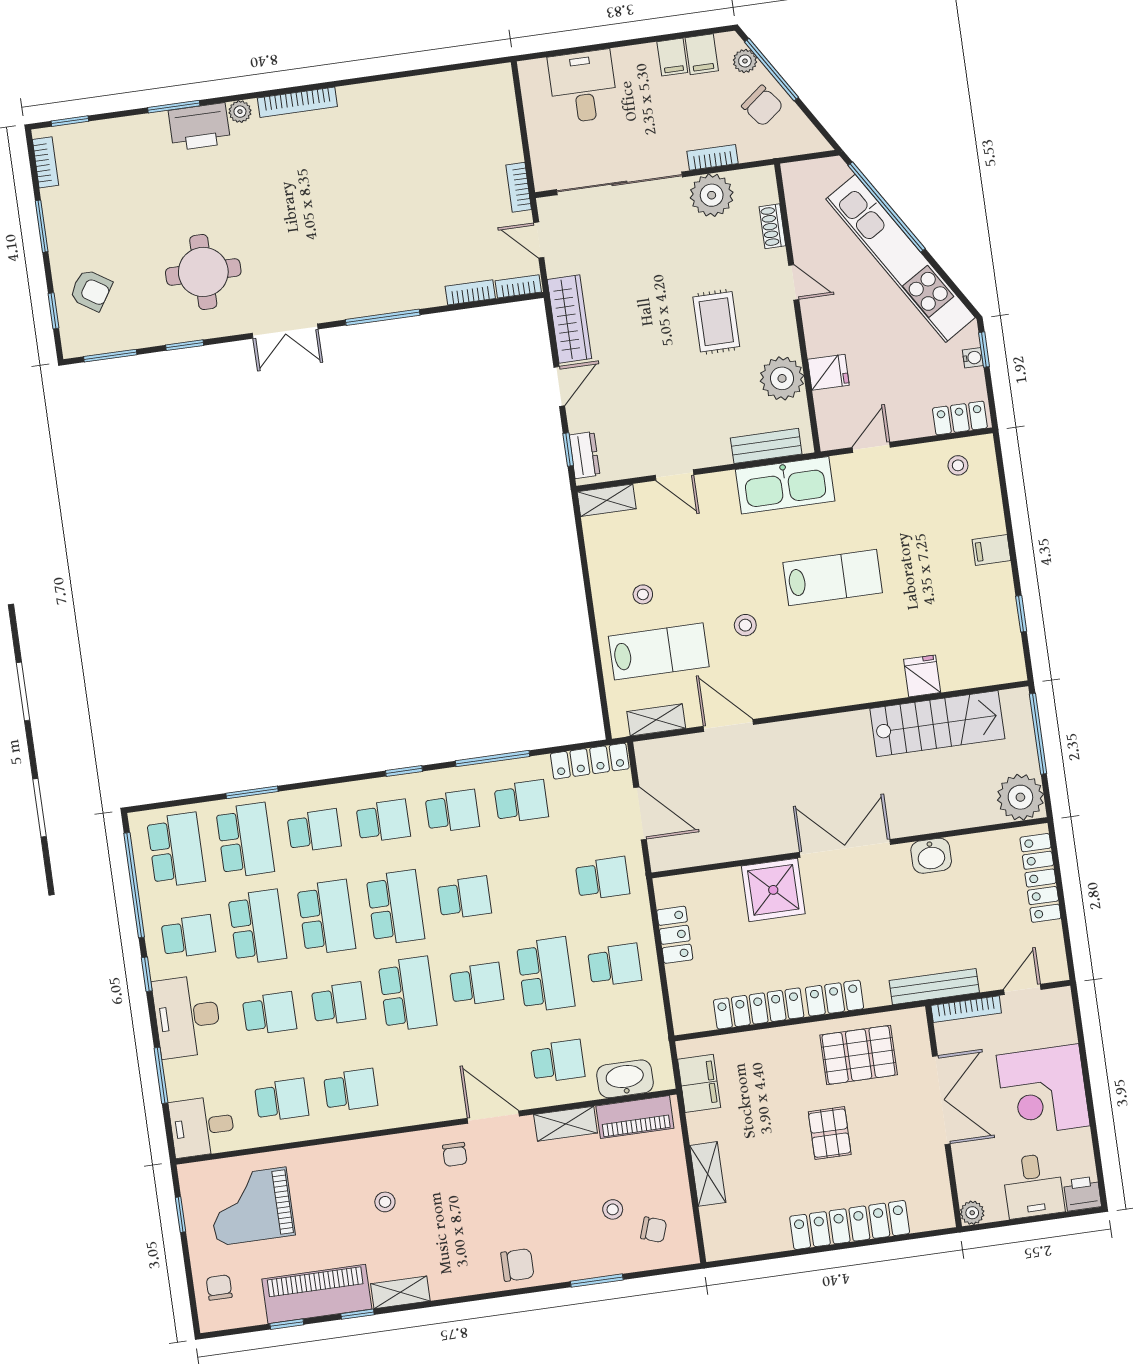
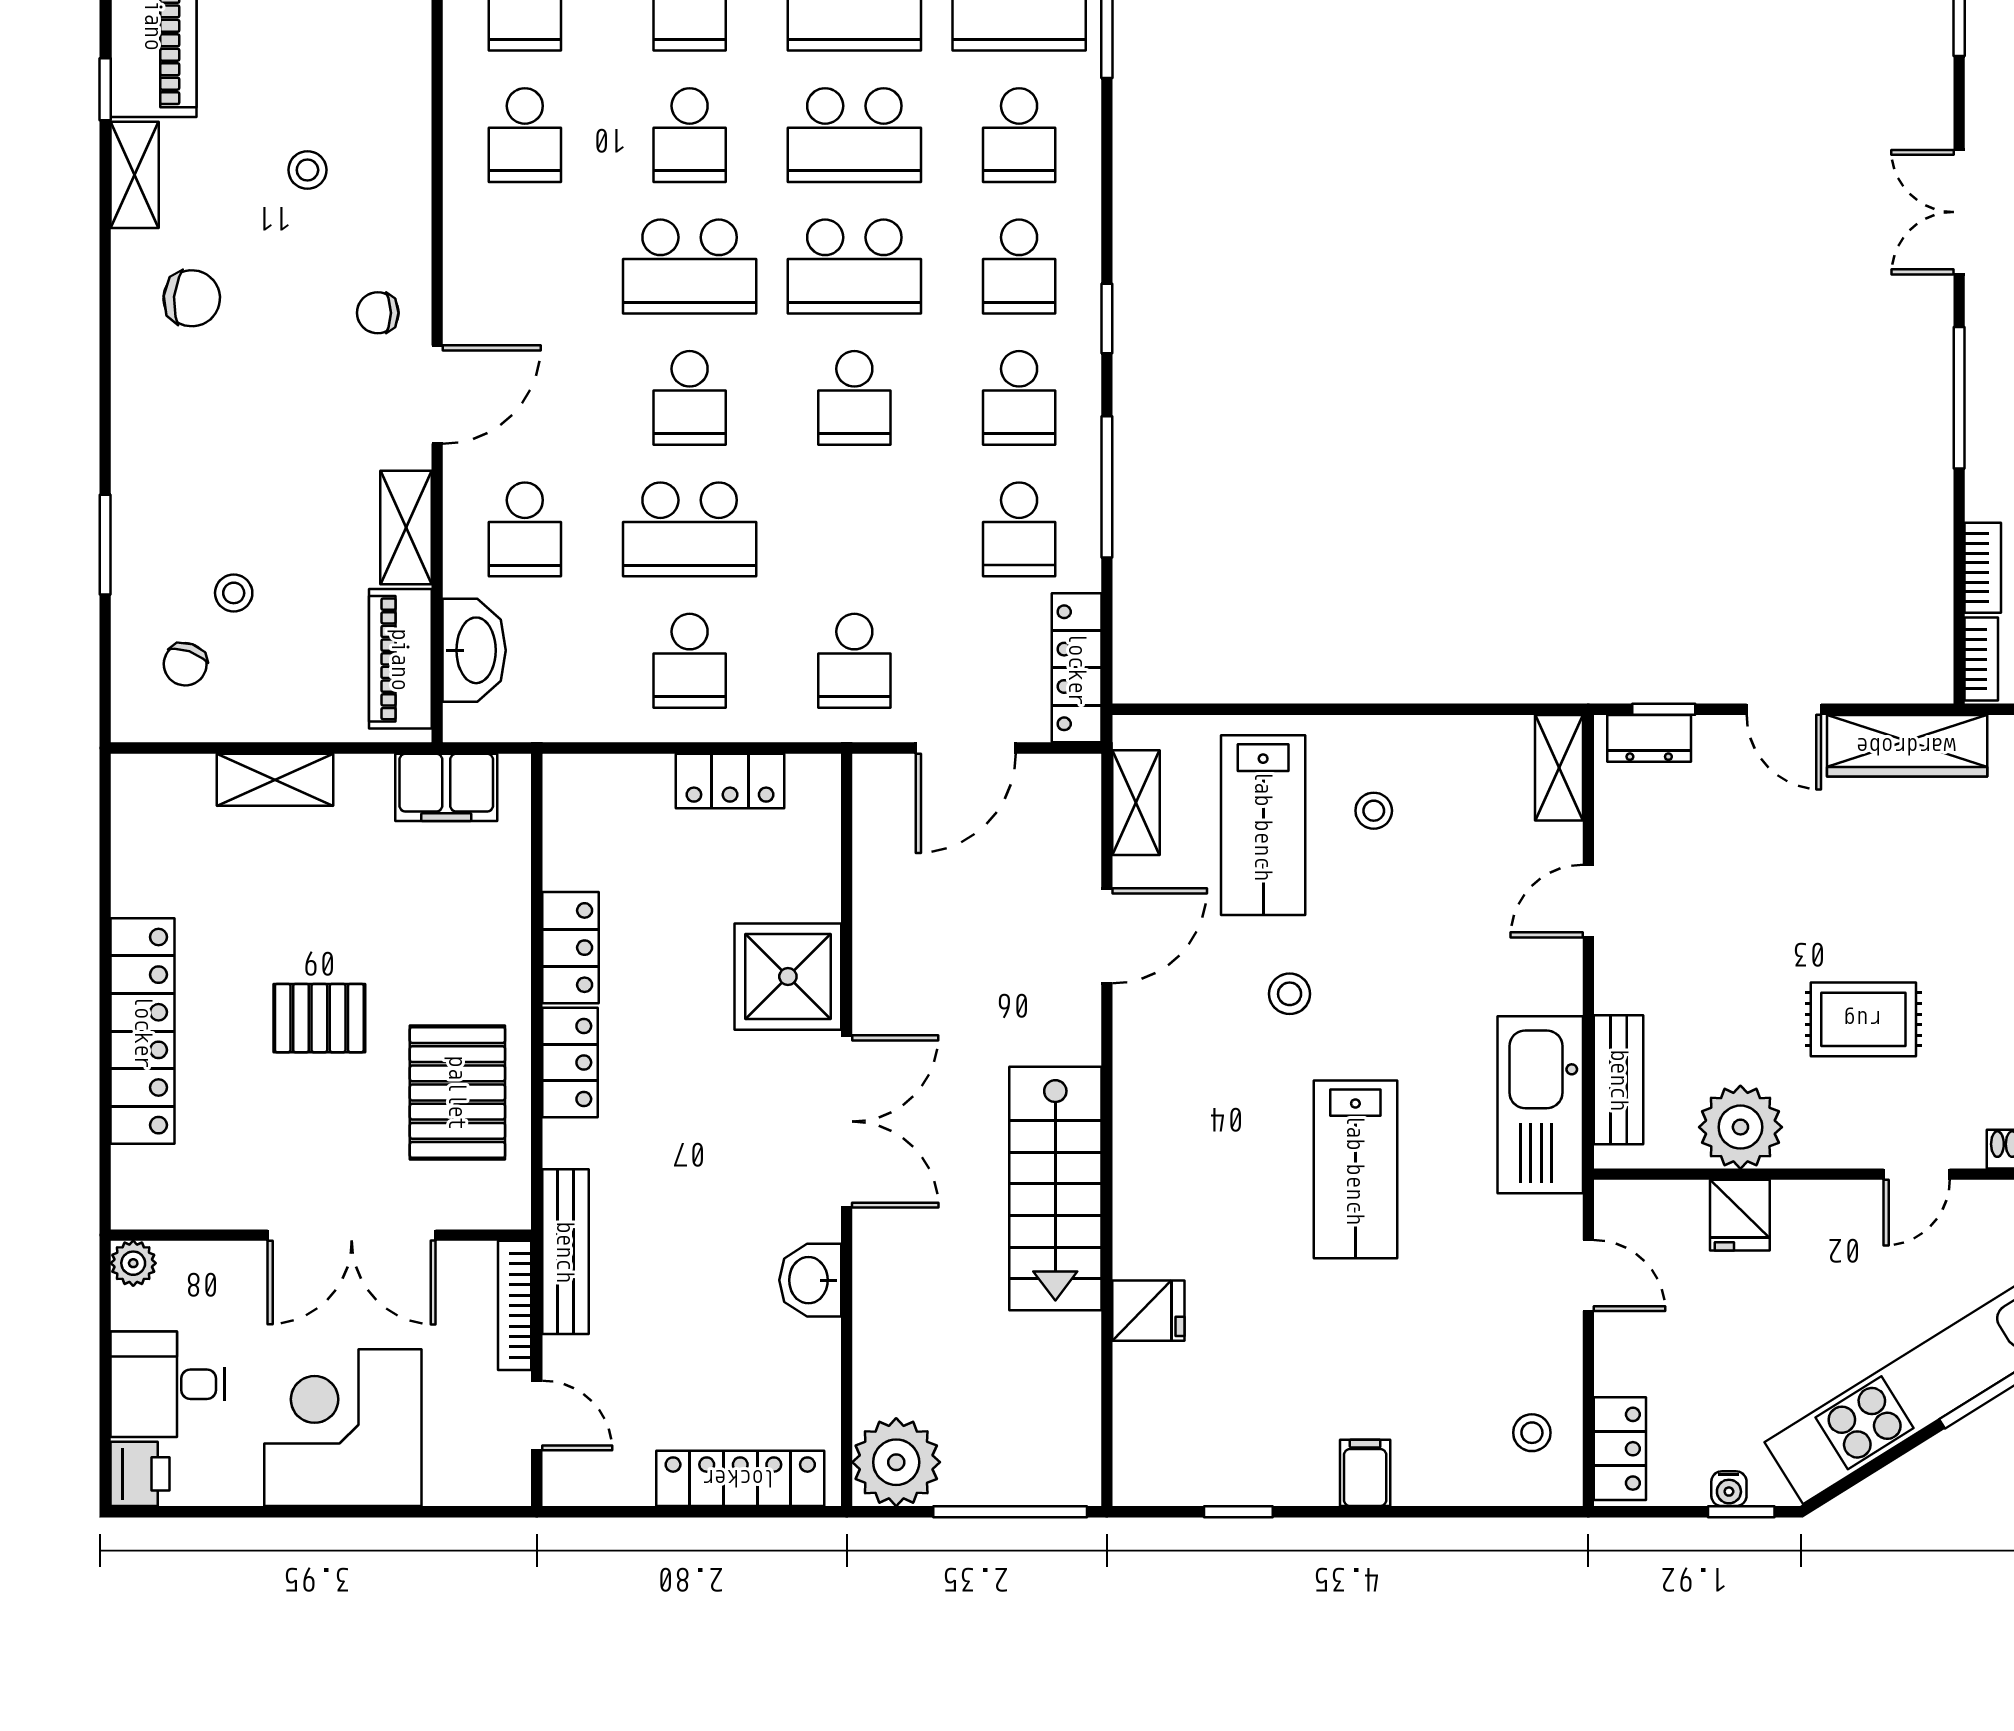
stairs: (937, 724) -> (1055, 1189), moved
locker: (759, 1008) -> (570, 948), width x0.66
chair: (517, 1265) -> (192, 298), moved, turned -85

